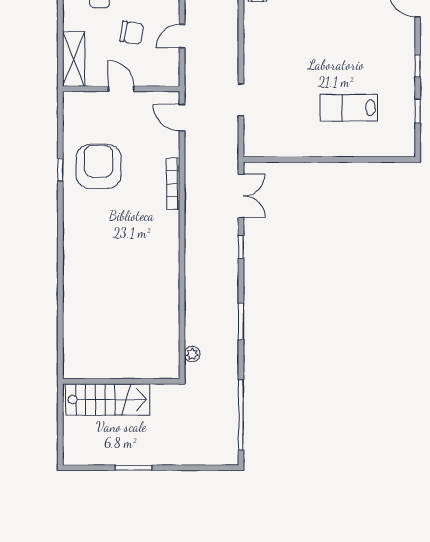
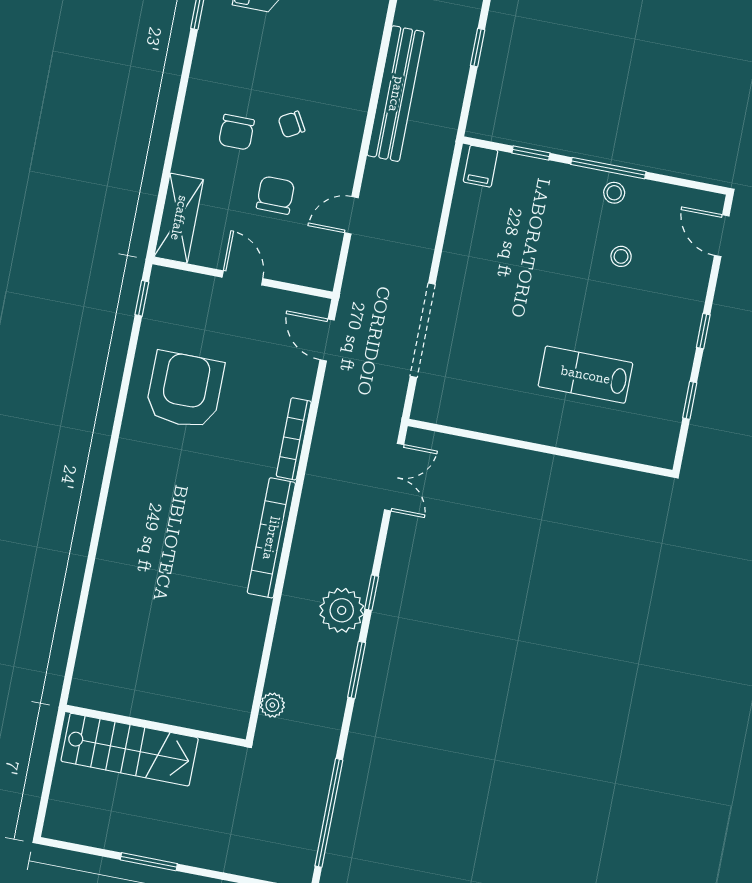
stool: (357, 29) -> (621, 256), added
chair: (132, 33) -> (275, 195), turned -100
doorway: (241, 100) -> (423, 330), width x1.87
window: (60, 170) -> (142, 298), moved
window: (241, 247) -> (372, 593), moved
bookcase: (171, 249) -> (271, 538), added
plant: (224, 286) -> (342, 610), added

